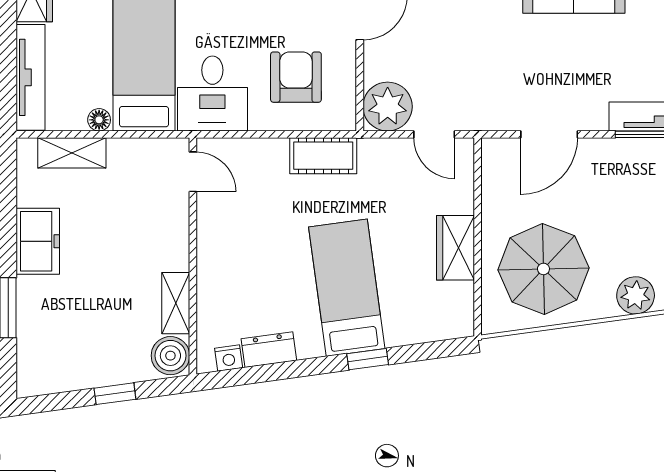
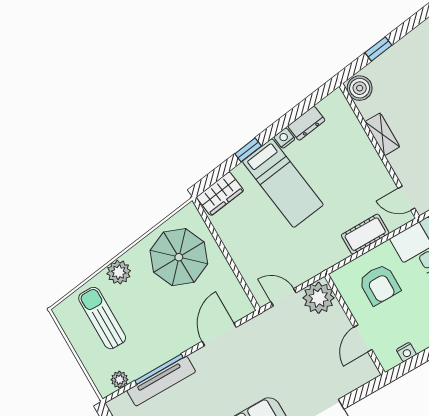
cot: (323, 156) -> (365, 234), moved
wardrobe: (455, 248) -> (220, 194), moved, turned 82
shelving: (176, 303) -> (382, 134), moved
nightstand: (229, 358) -> (284, 138), moved

